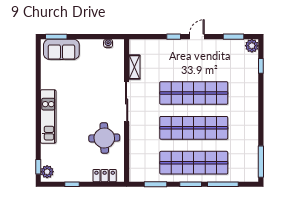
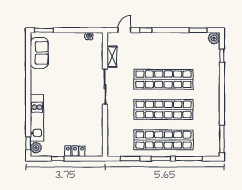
door: (197, 37) -> (124, 30), moved
sofa: (61, 49) -> (39, 53), moved, turned -90
kitchen unit: (48, 116) -> (37, 118), moved
round table: (104, 138) -> (86, 118), removed
locker: (105, 176) -> (75, 151), moved

